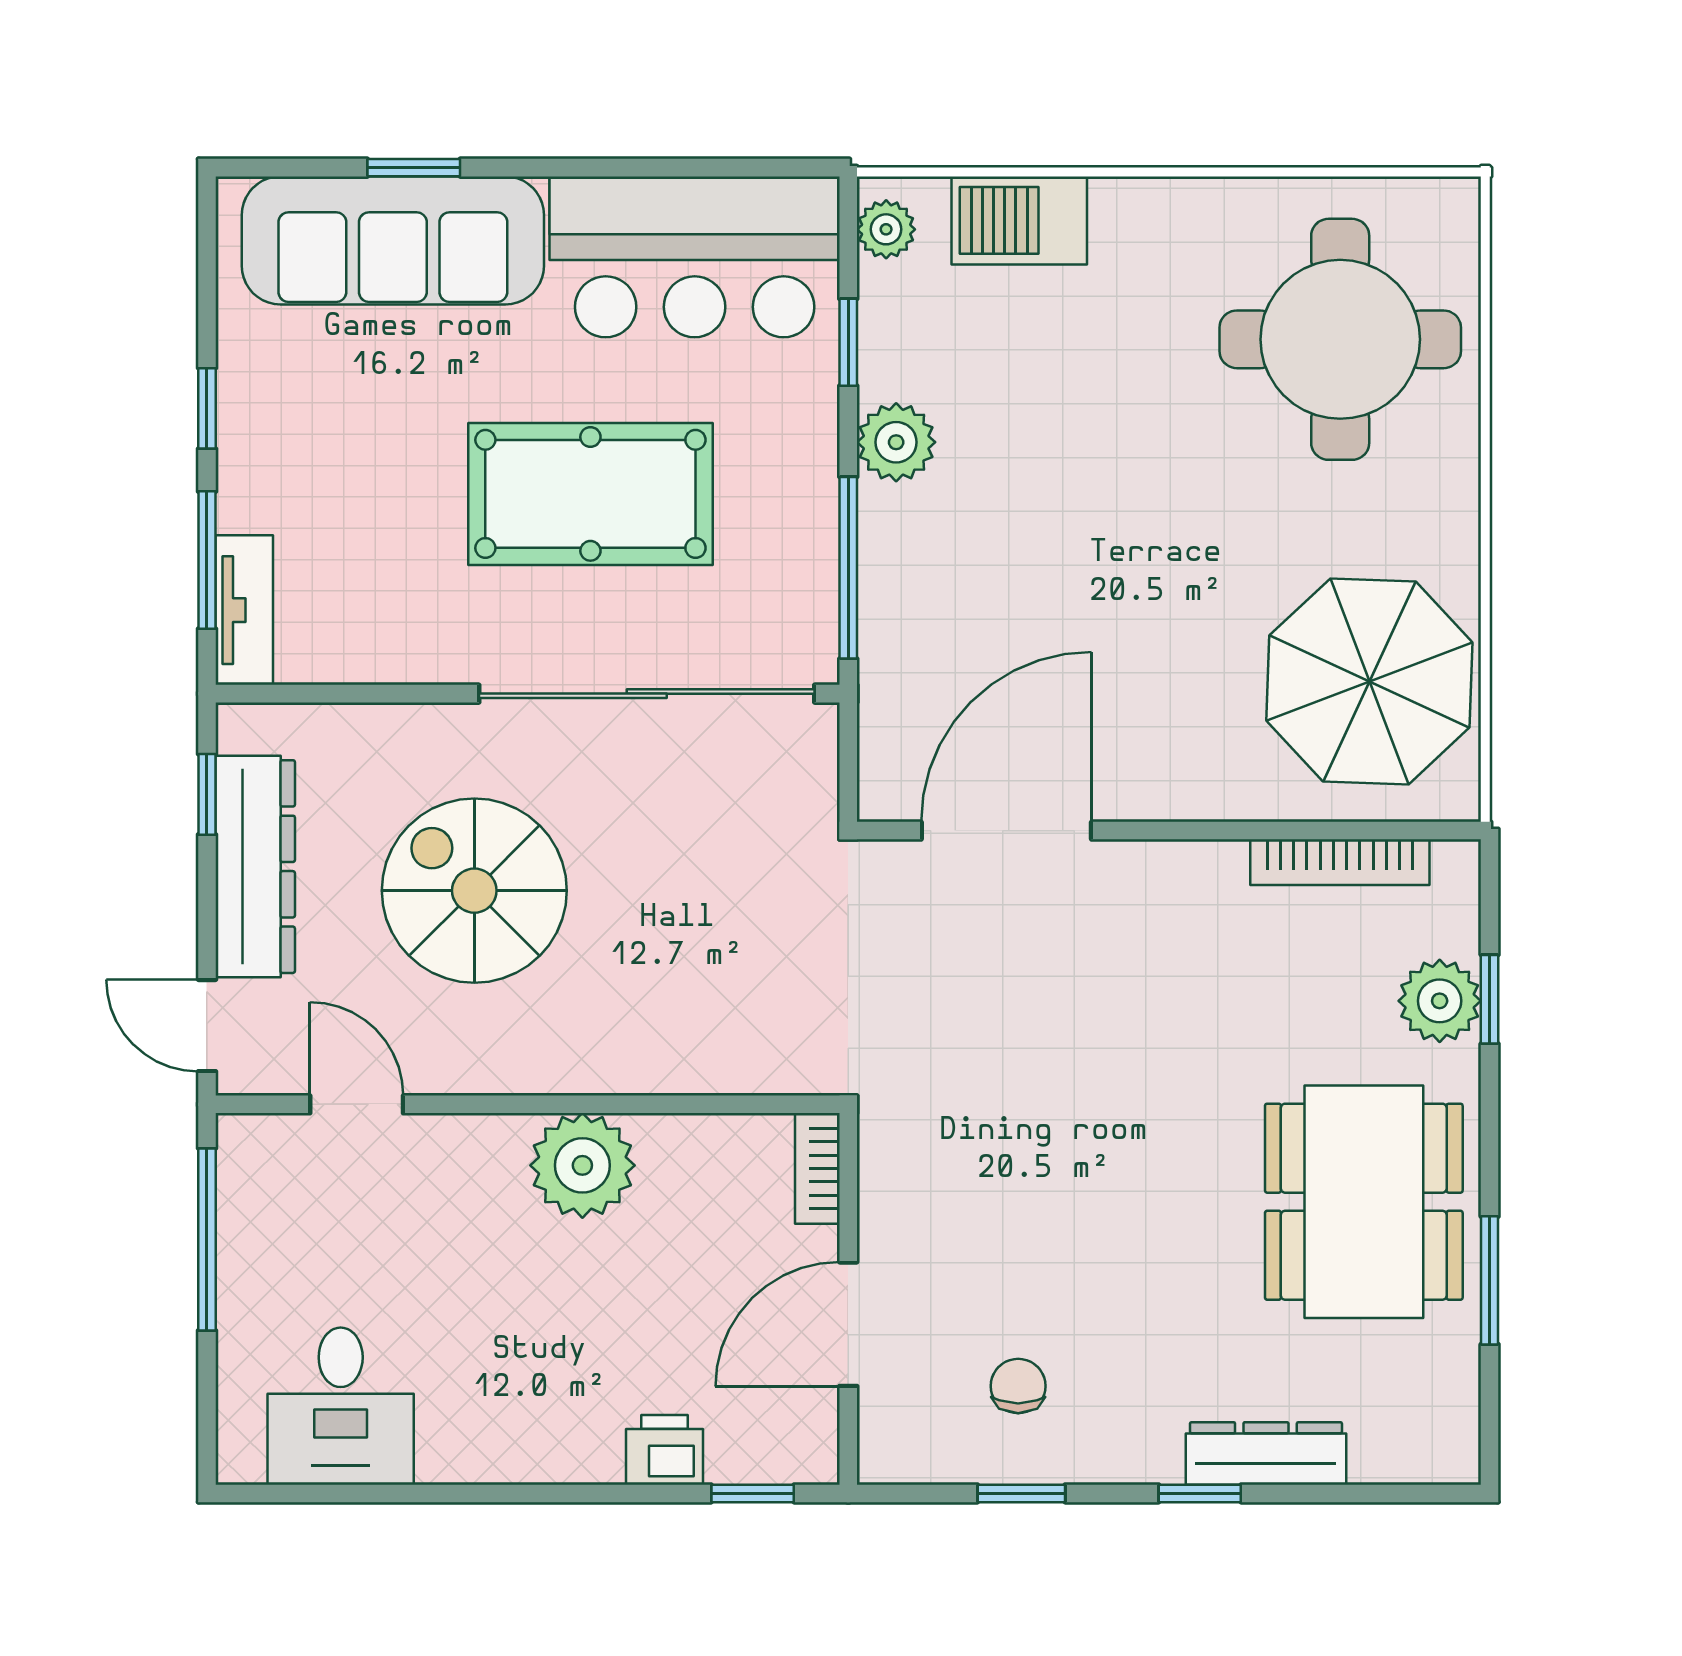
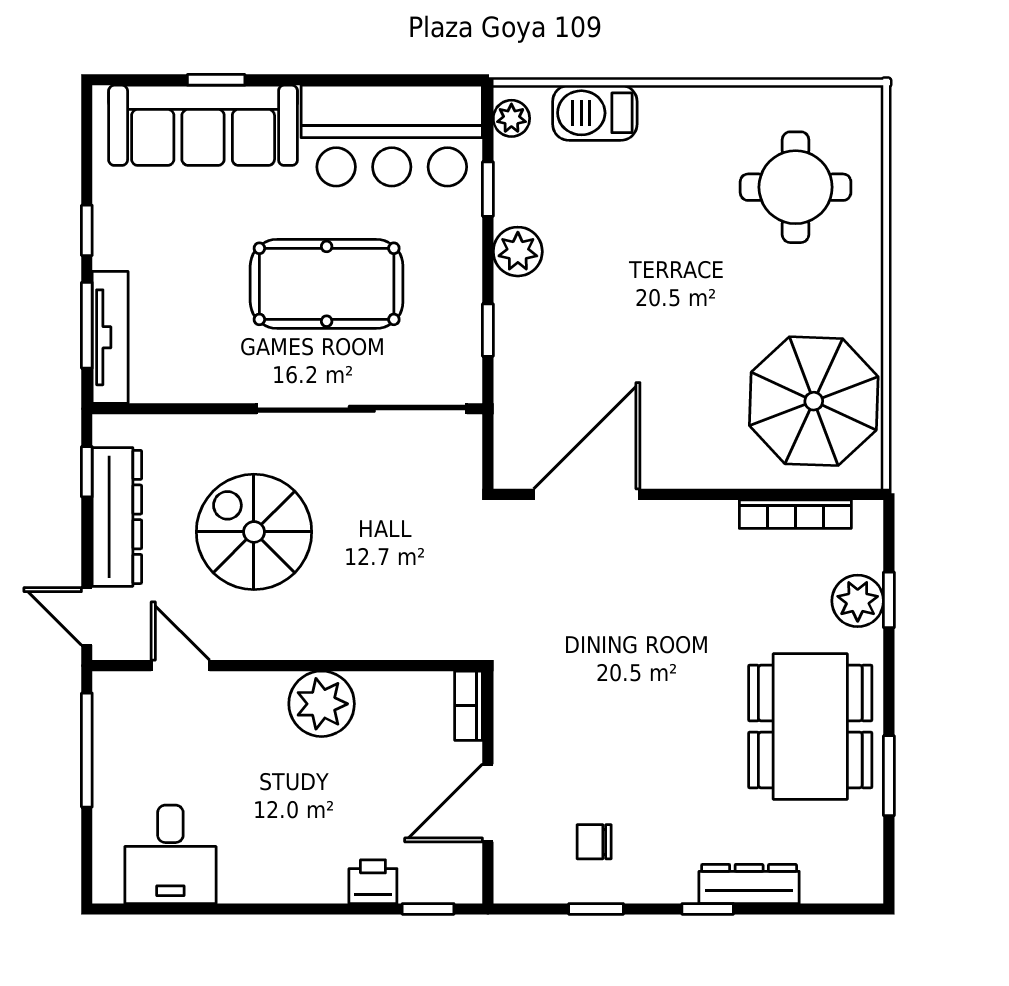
round table: (1340, 339) -> (796, 187), width x0.73, depth x0.73
window: (848, 568) -> (488, 330), width x0.46
tv unit: (244, 610) -> (110, 337), width x1.41
chair: (1018, 1386) -> (594, 842), turned -90

